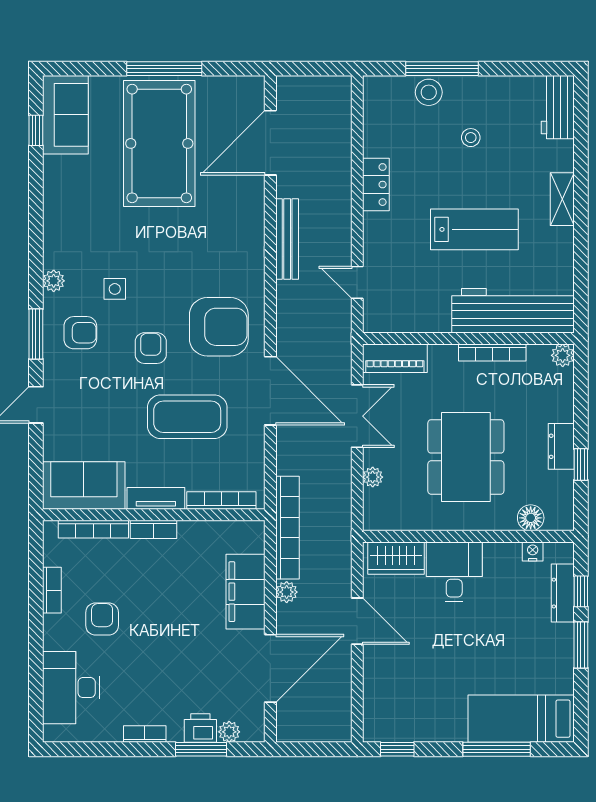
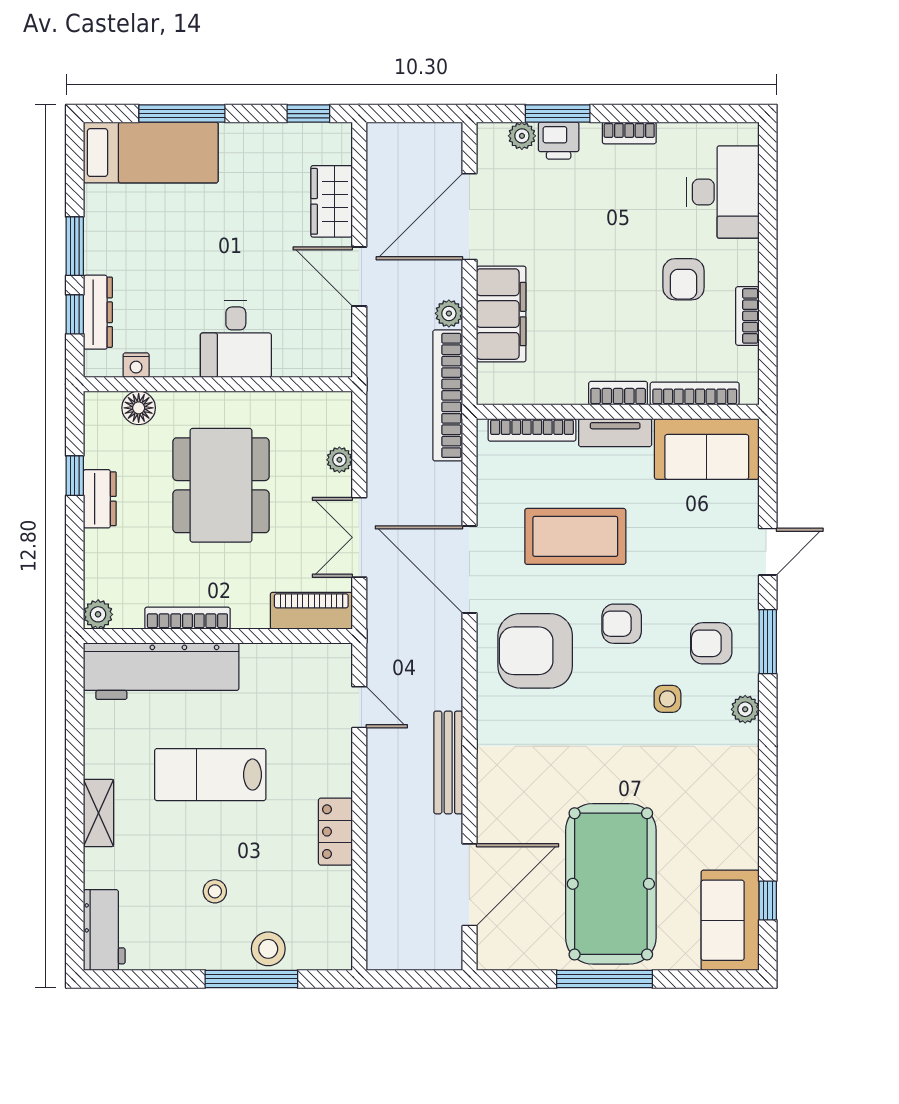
armchair: (151, 348) -> (622, 624), turned 90
wardrobe: (396, 558) -> (332, 201), moved, turned -90

